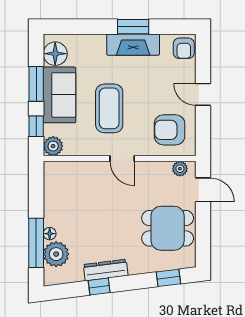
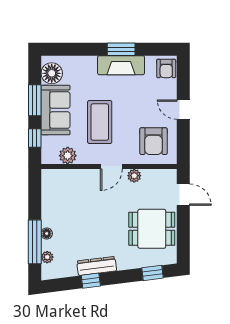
armchair: (170, 130) -> (153, 141), turned -90
plant: (53, 146) -> (68, 156), moved
door: (122, 158) -> (111, 167), hinge flipped
plant: (180, 169) -> (134, 176), moved
plant: (56, 254) -> (47, 257), width x0.53, depth x0.53

